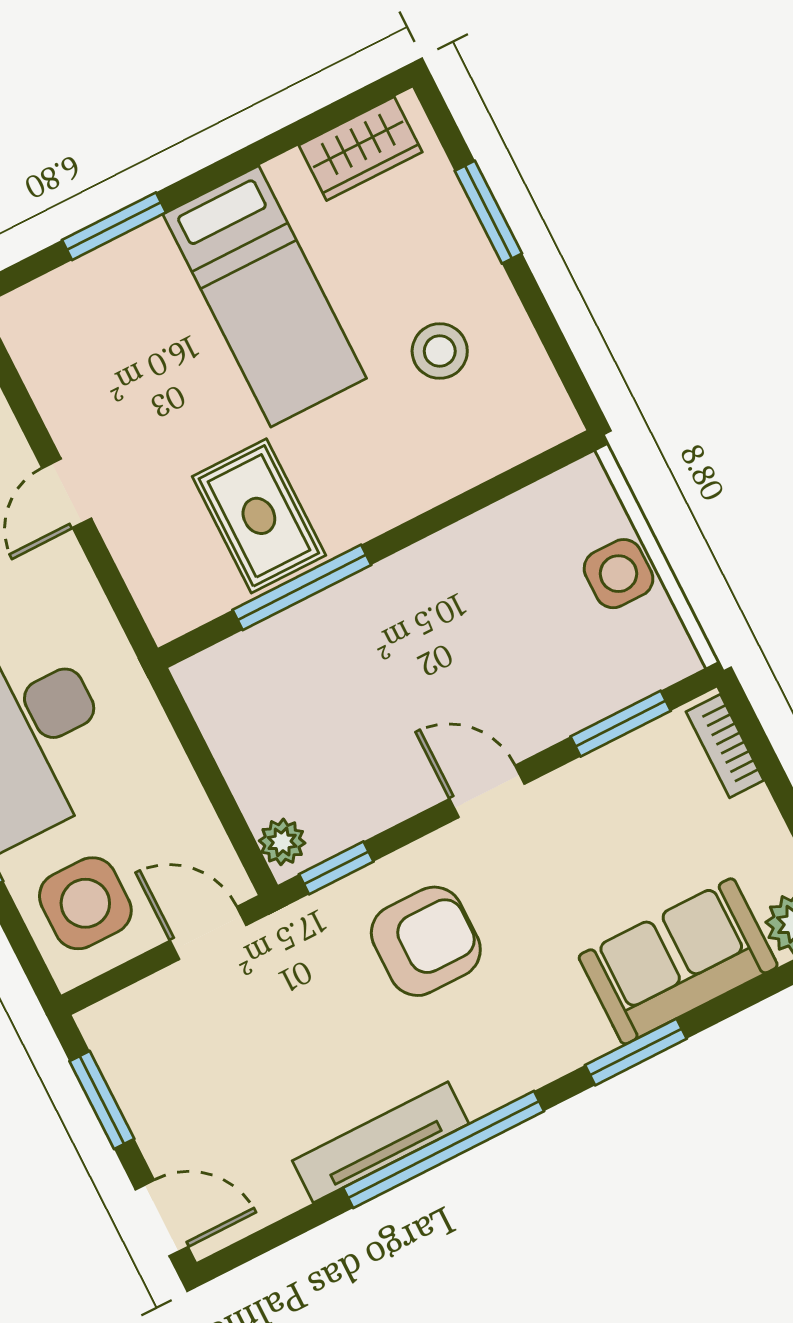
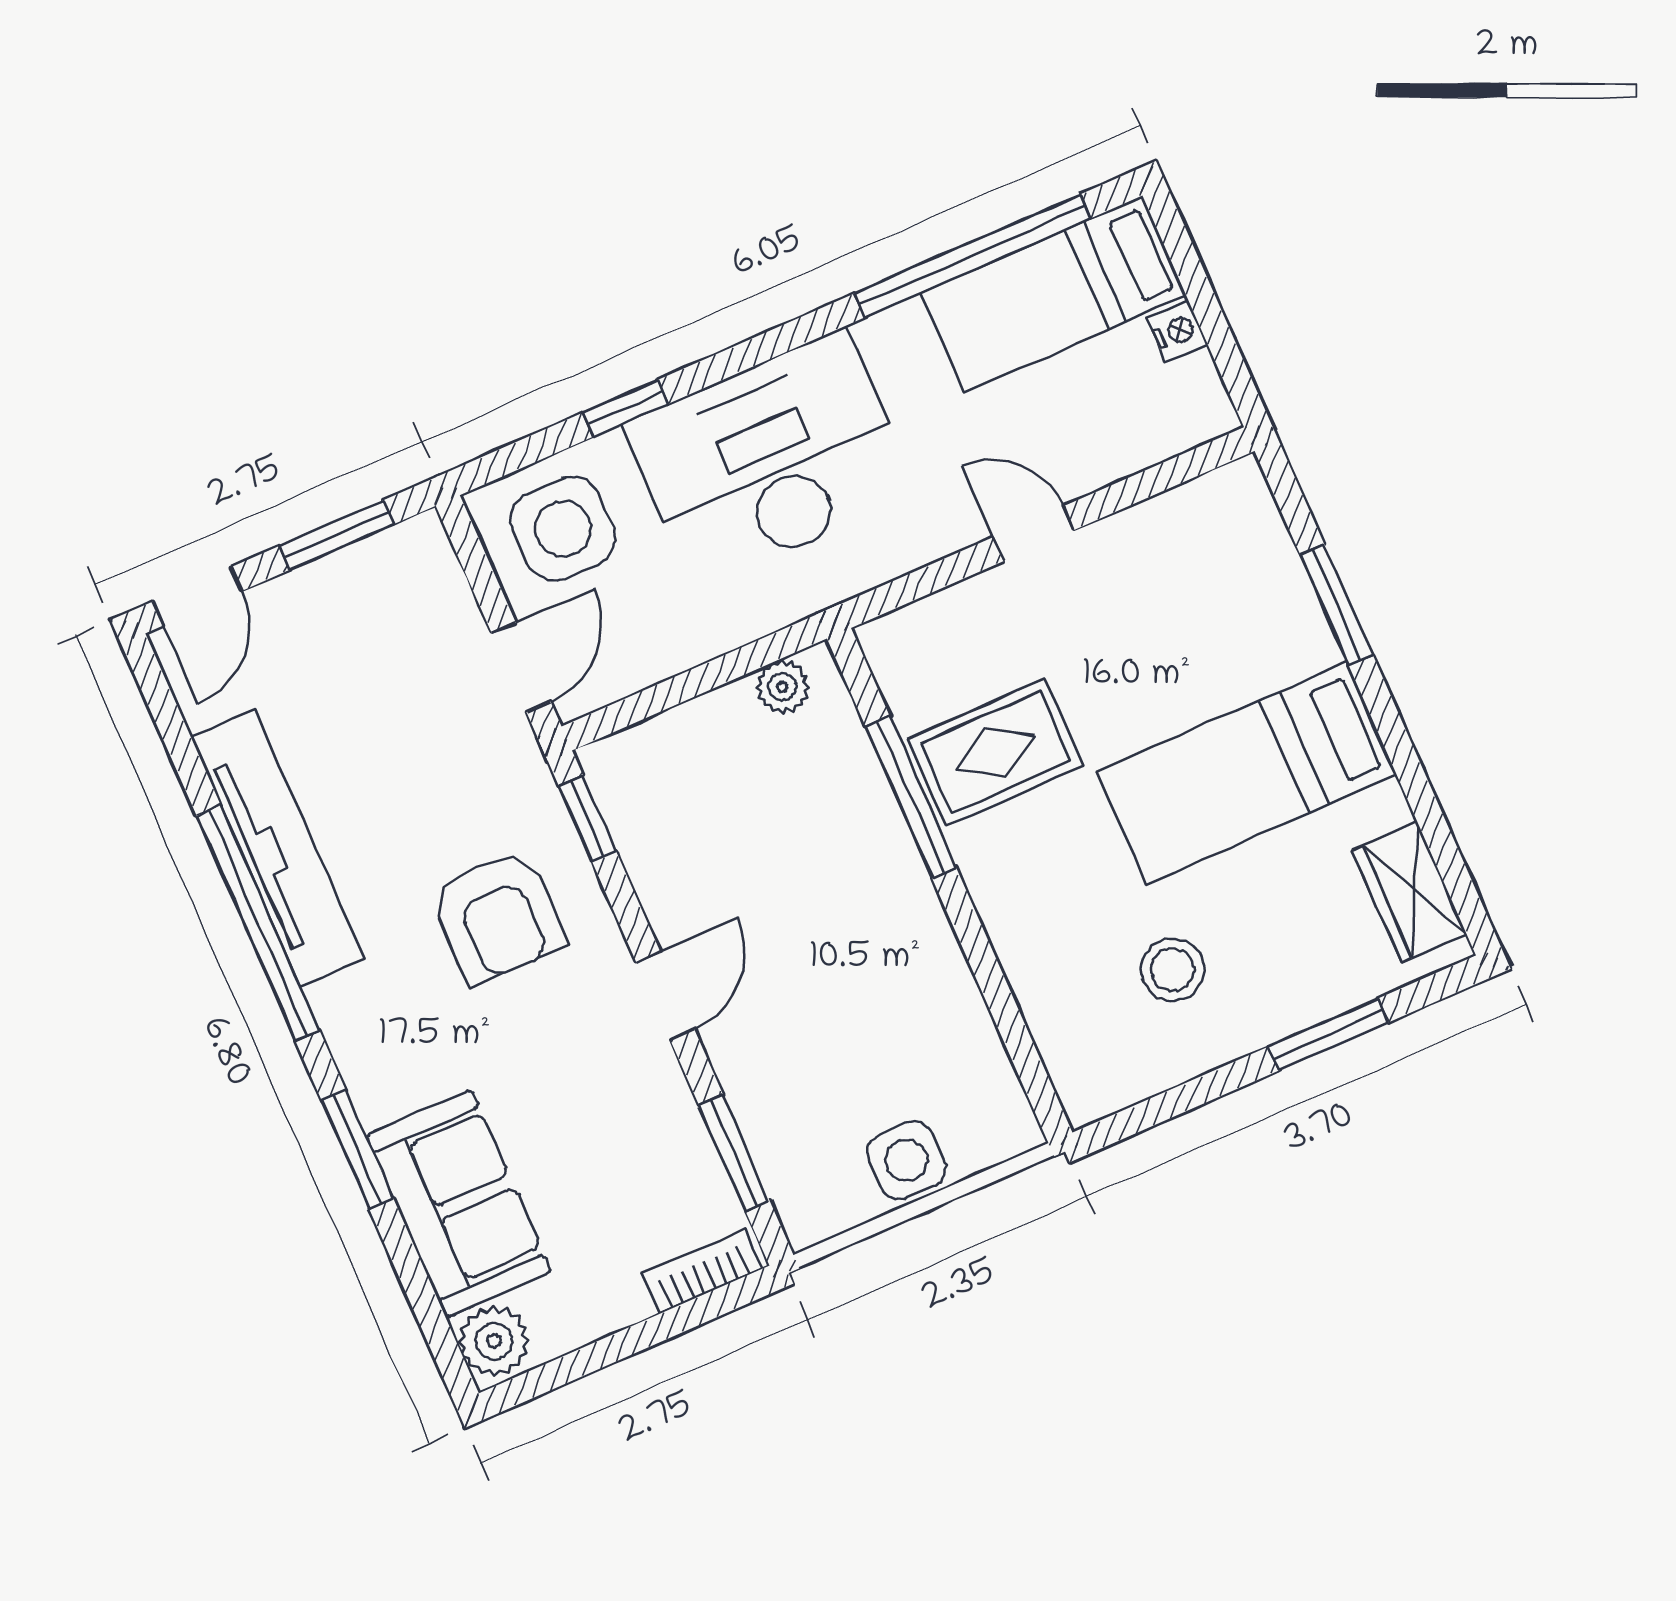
plant: (282, 842) -> (782, 687), moved
tv unit: (381, 1142) -> (278, 848), width x1.36, depth x1.29

